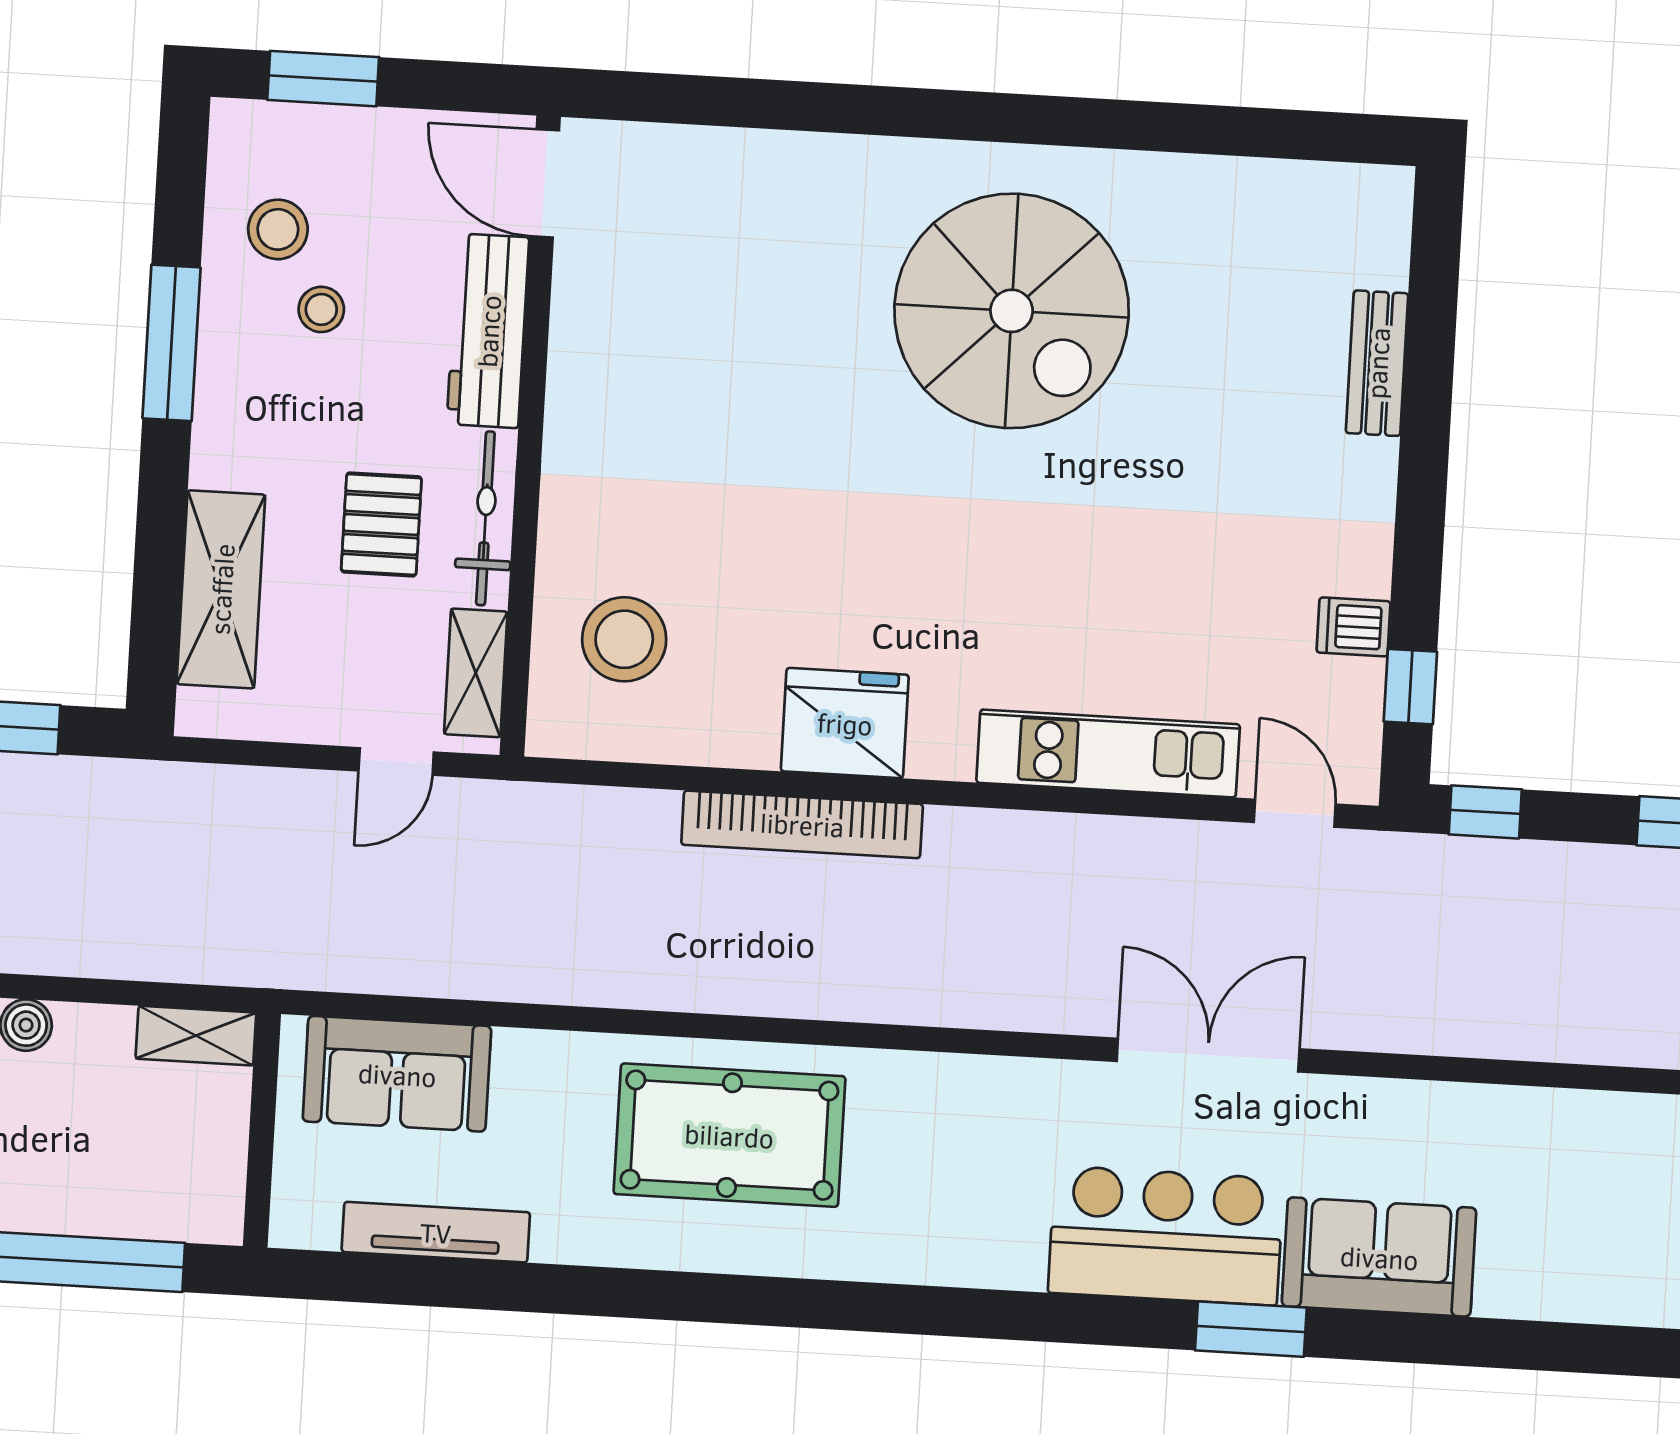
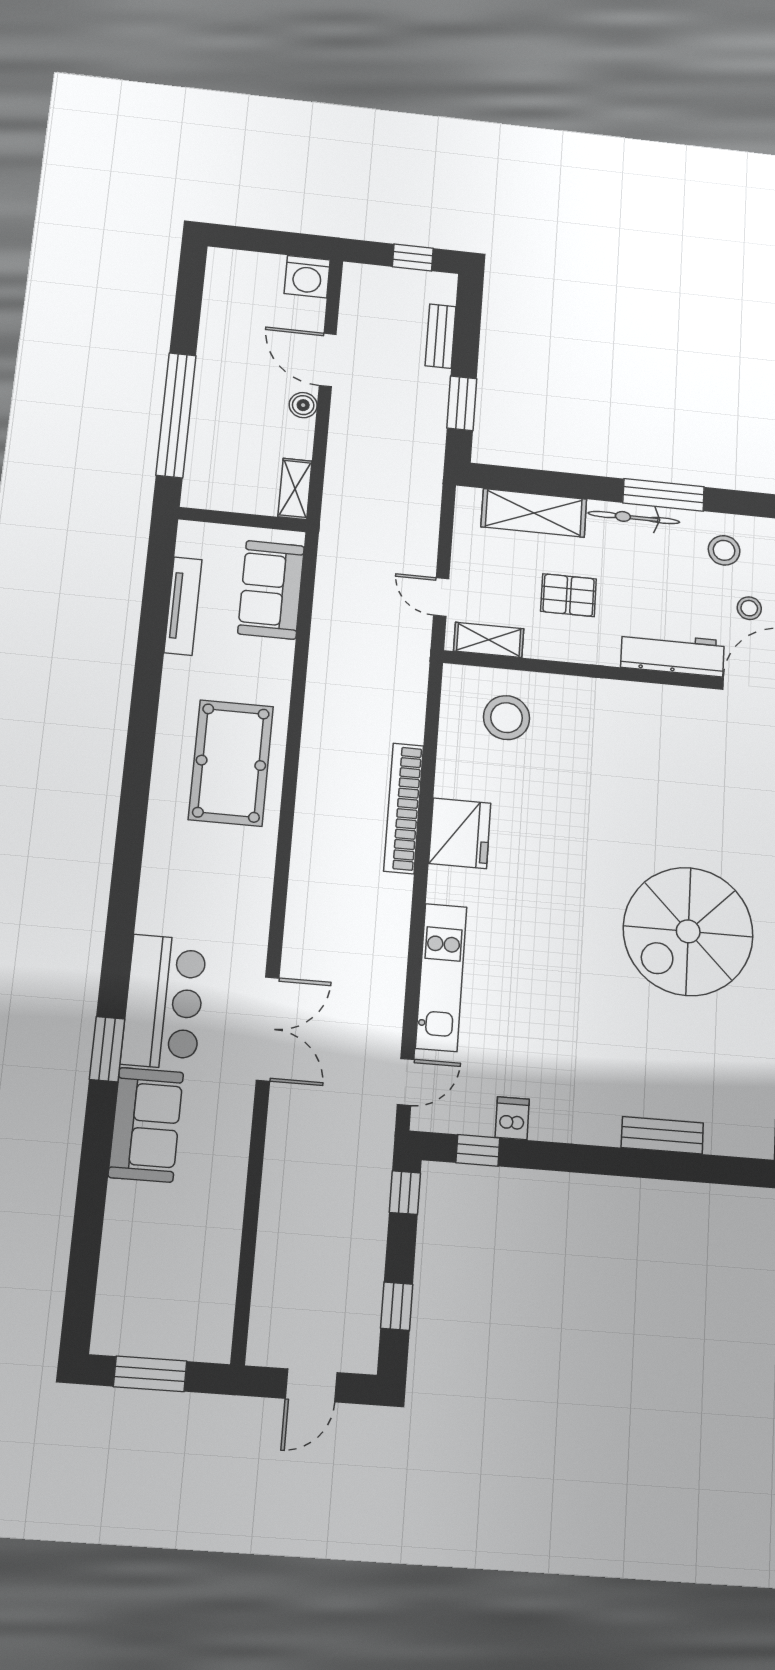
stool: (321, 309) -> (749, 608), moved
bicycle: (485, 518) -> (634, 518), moved, turned 180

